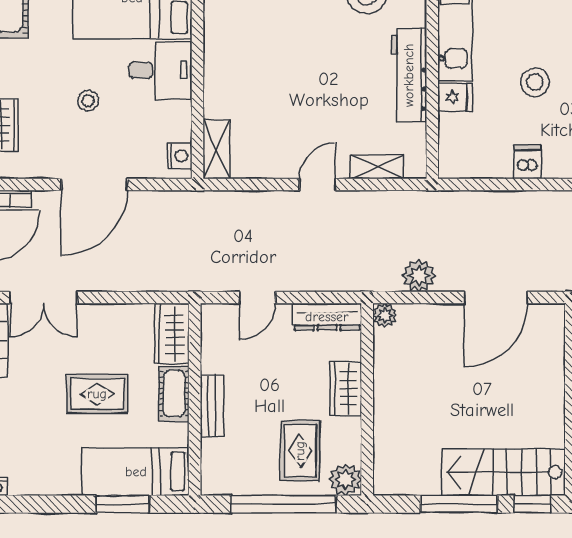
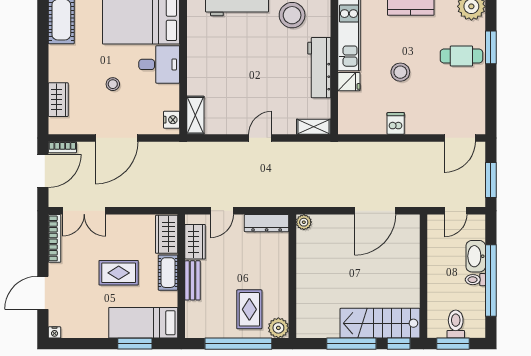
shelving: (377, 167) -> (314, 127), moved
plant: (419, 276) -> (326, 197), removed
wardrobe: (346, 389) -> (195, 242), moved, turned 180

